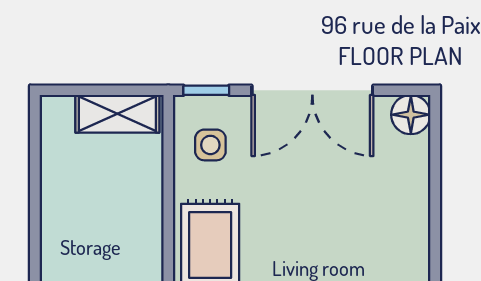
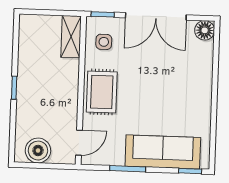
shelving: (117, 114) -> (71, 37), moved, turned 90
window: (35, 243) -> (14, 88), added

